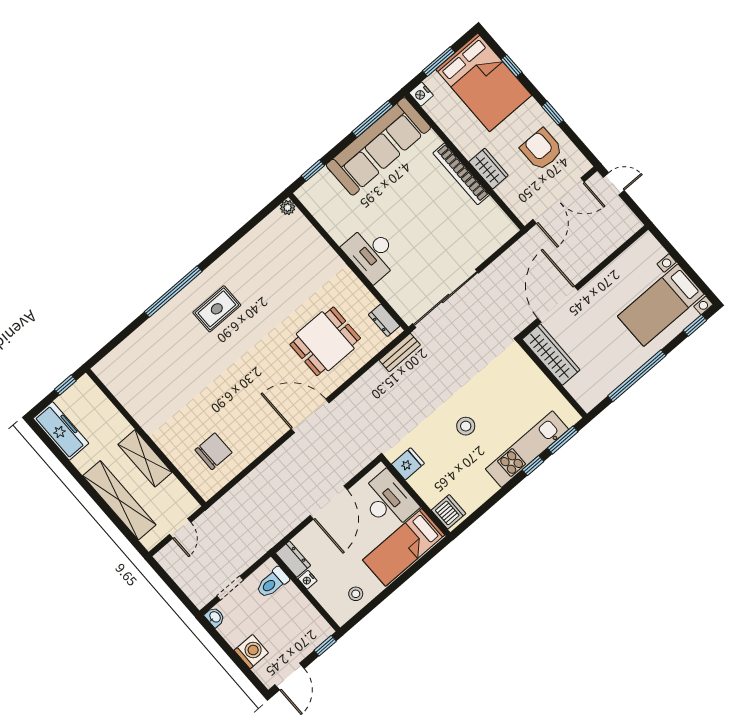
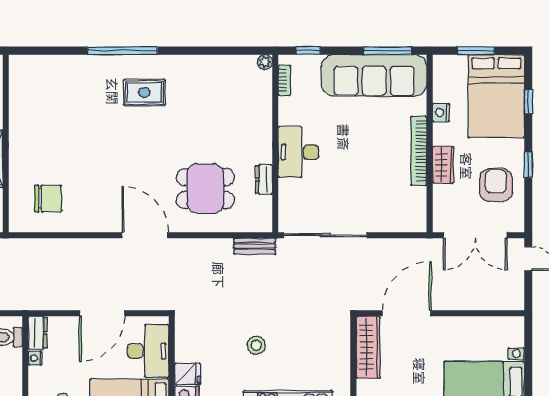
nightstand: (421, 94) -> (441, 112), moved
bookcase: (314, 209) -> (284, 80), added
dresser: (384, 320) -> (264, 180), moved
fridge: (408, 464) -> (188, 374), moved

